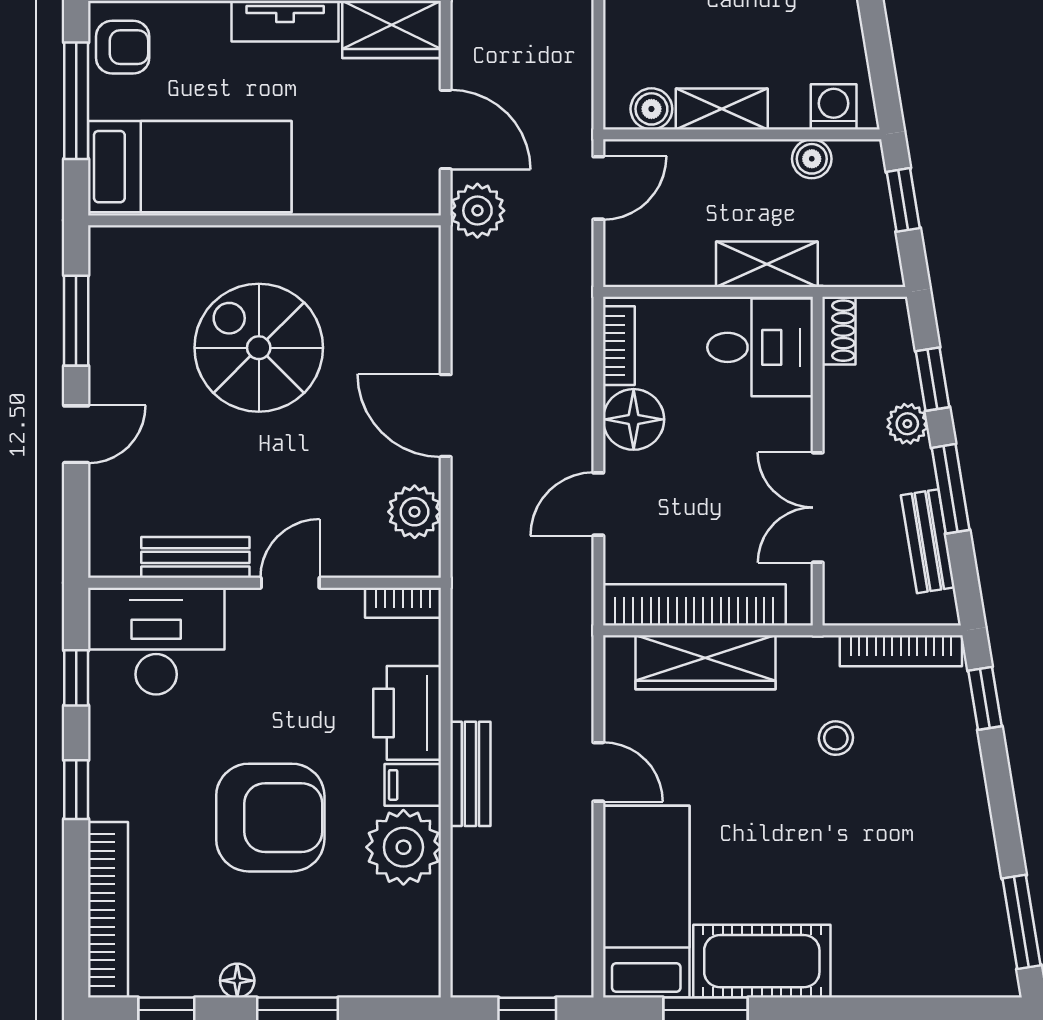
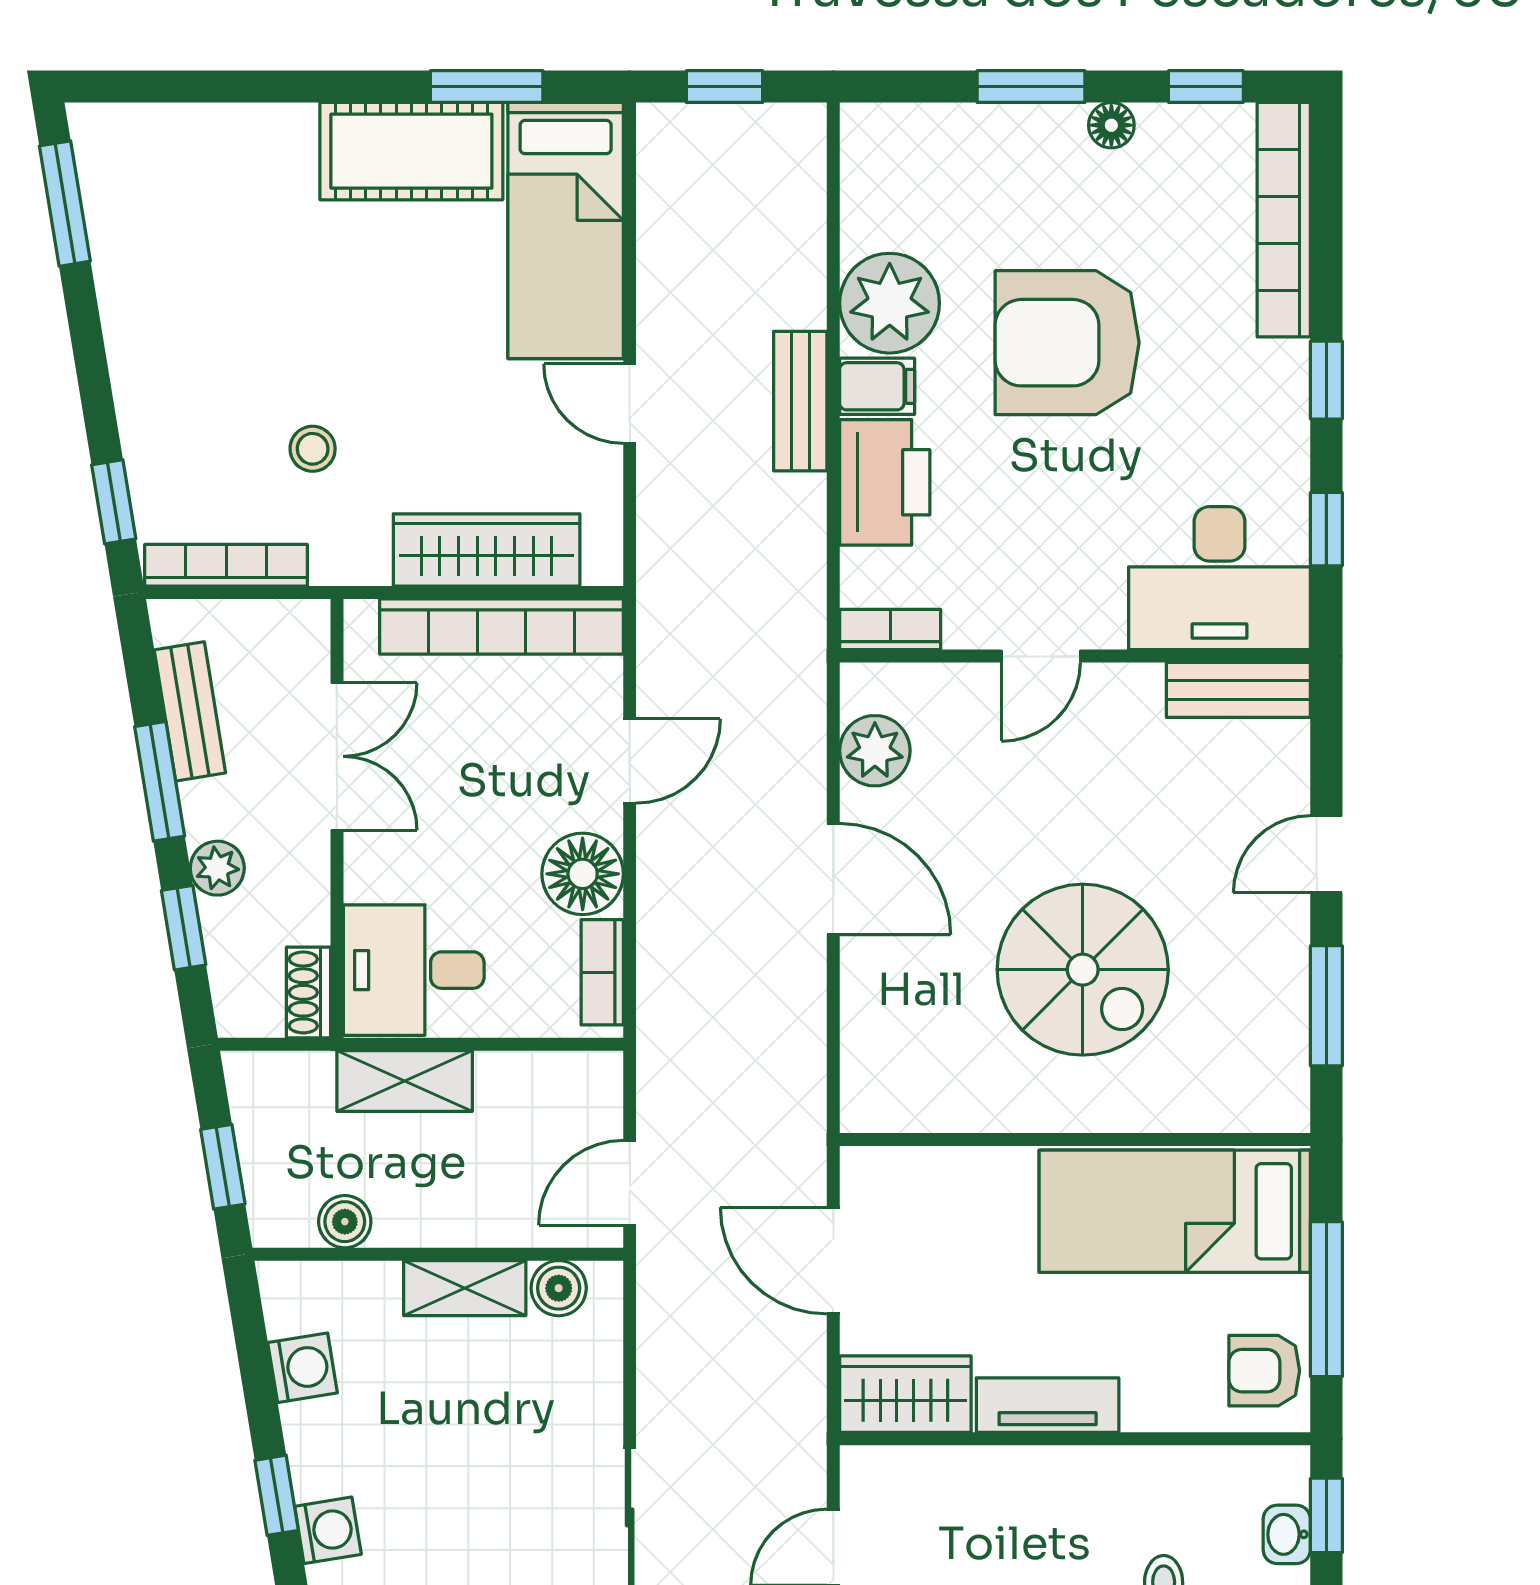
washing machine: (834, 107) -> (303, 1368), moved, turned -99
plant: (477, 211) -> (791, 1153), removed
bench: (195, 557) -> (1238, 690), moved

